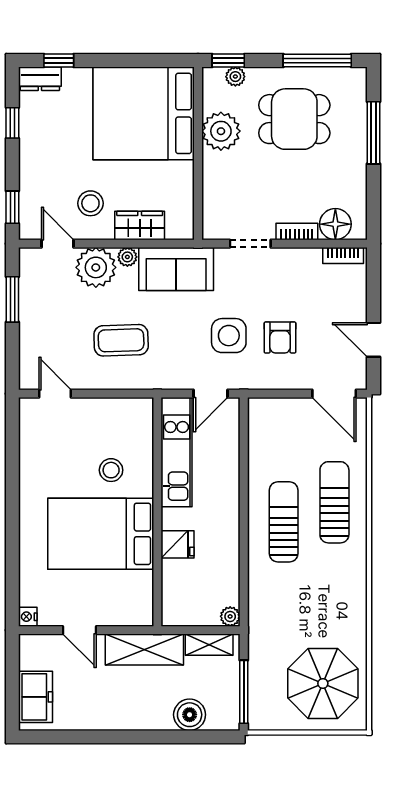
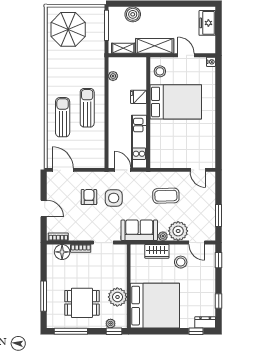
door: (373, 340) -> (44, 208), moved
door: (211, 394) -> (123, 170), hinge flipped
stool: (111, 470) -> (160, 71), moved
sun lounger: (334, 502) -> (63, 117), turned 180
sun lounger: (284, 522) -> (87, 108), turned 180
plant: (230, 616) -> (113, 76), moved

